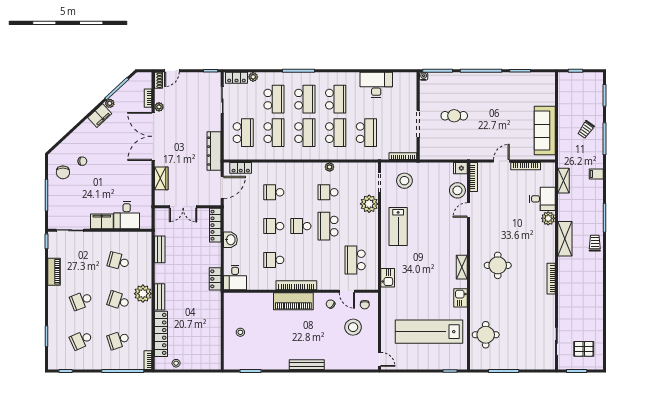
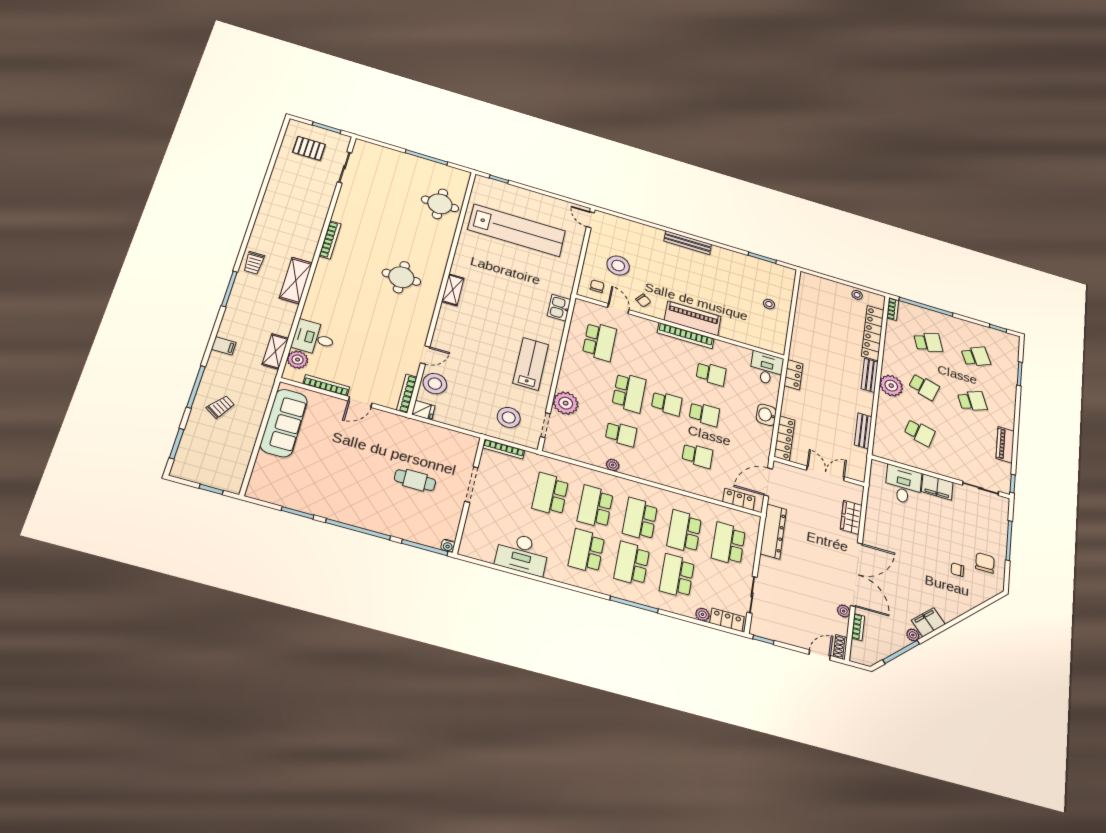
plant: (548, 218) -> (298, 360), moved
kitchen sink: (460, 298) -> (464, 255), removed

